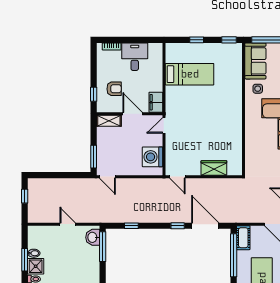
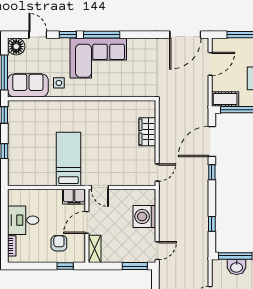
bed: (190, 74) -> (68, 159), moved
washing machine: (153, 157) -> (144, 217), moved, turned 90
washbasin: (93, 237) -> (237, 267), moved

